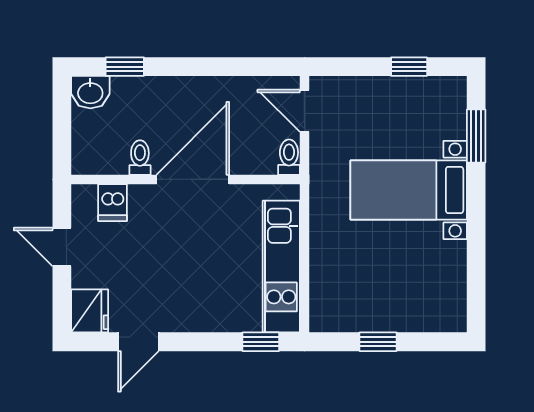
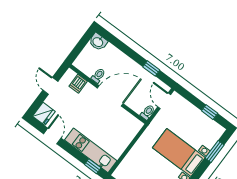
window: (125, 67) -> (151, 68), moved
kitchen unit: (281, 267) -> (91, 150), moved, turned 90
door: (138, 342) -> (52, 136), swing flipped

